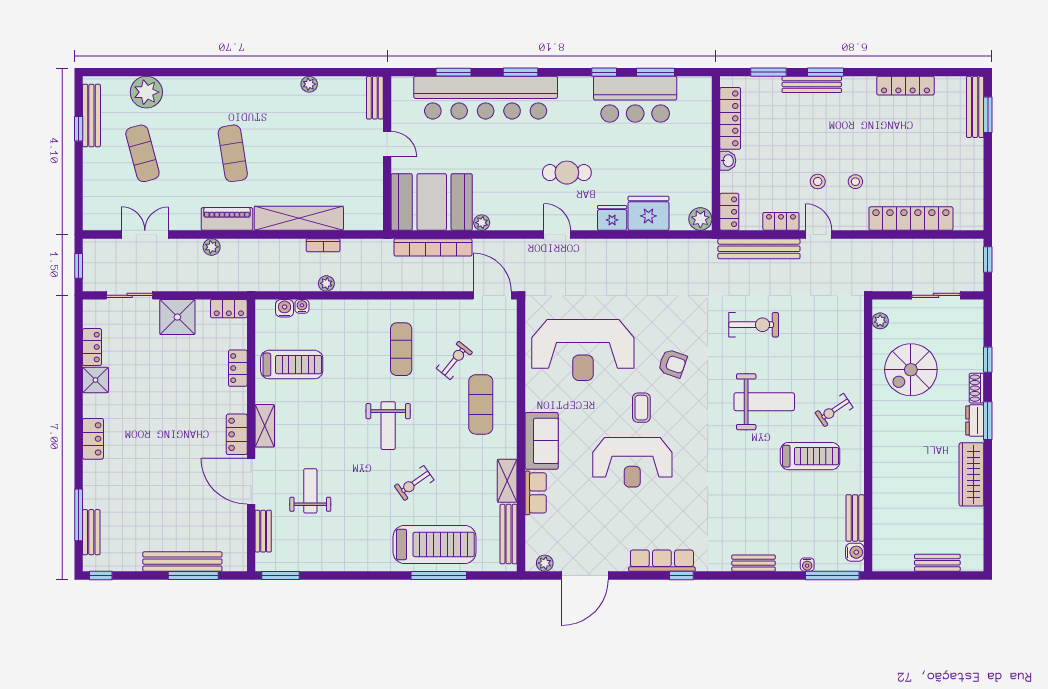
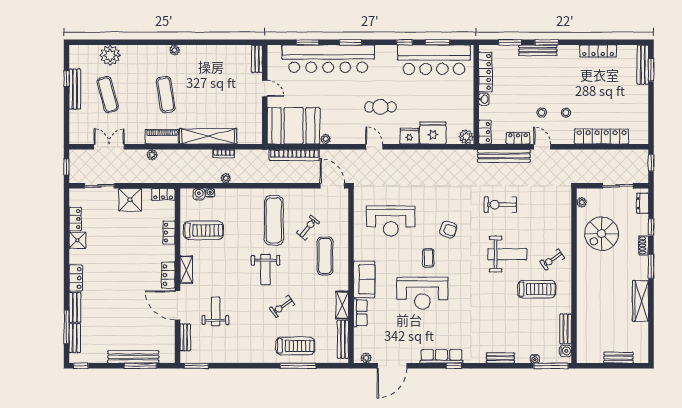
plant: (309, 84) -> (175, 50), moved
bar counter: (635, 99) -> (434, 60), width x1.36
bench: (91, 115) -> (75, 89), moved
exercise bike: (754, 325) -> (500, 205), turned 180
exercise mat: (401, 349) -> (274, 220), width x1.36, depth x1.45
reception desk: (583, 350) -> (391, 221), width x0.74, depth x0.77
dresser: (975, 420) -> (643, 203), moved
bench: (92, 484) -> (75, 307), added
treadmill: (435, 544) -> (295, 346), width x0.73, depth x0.73

